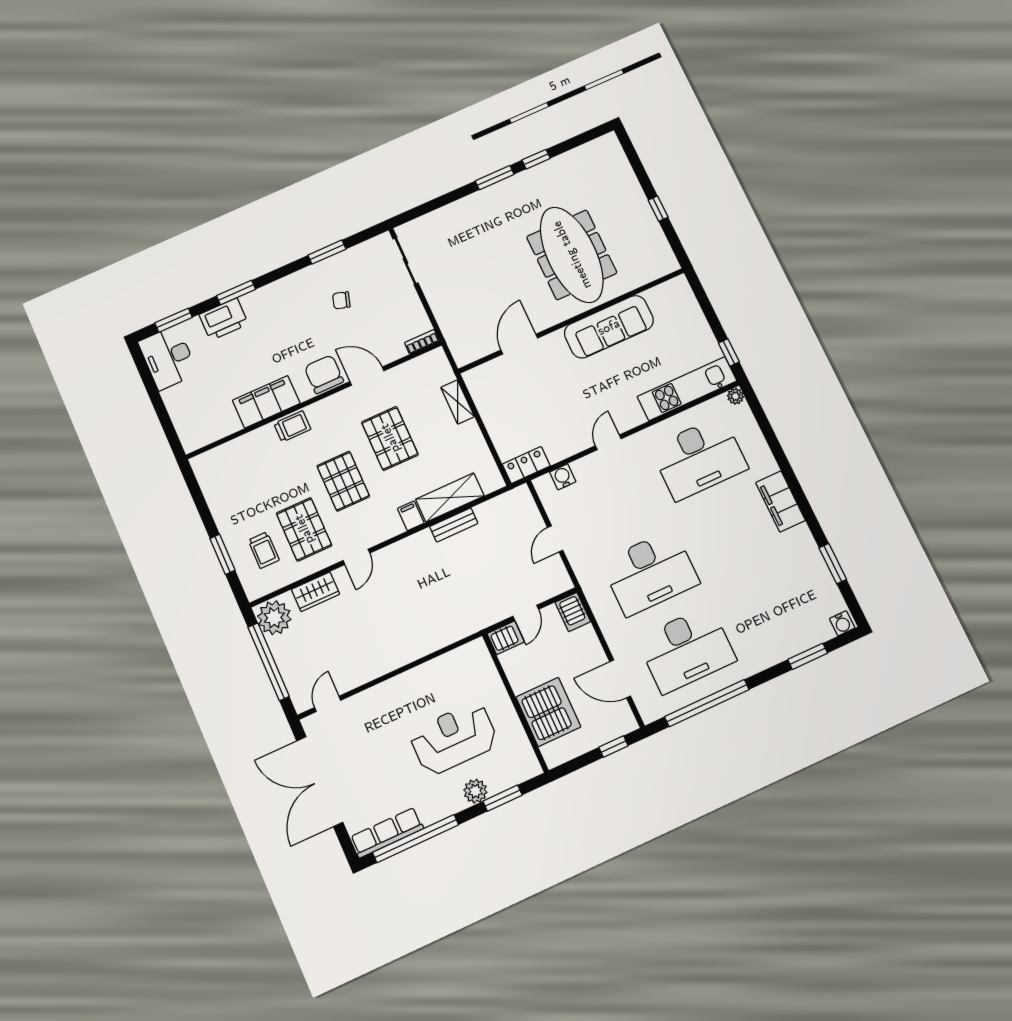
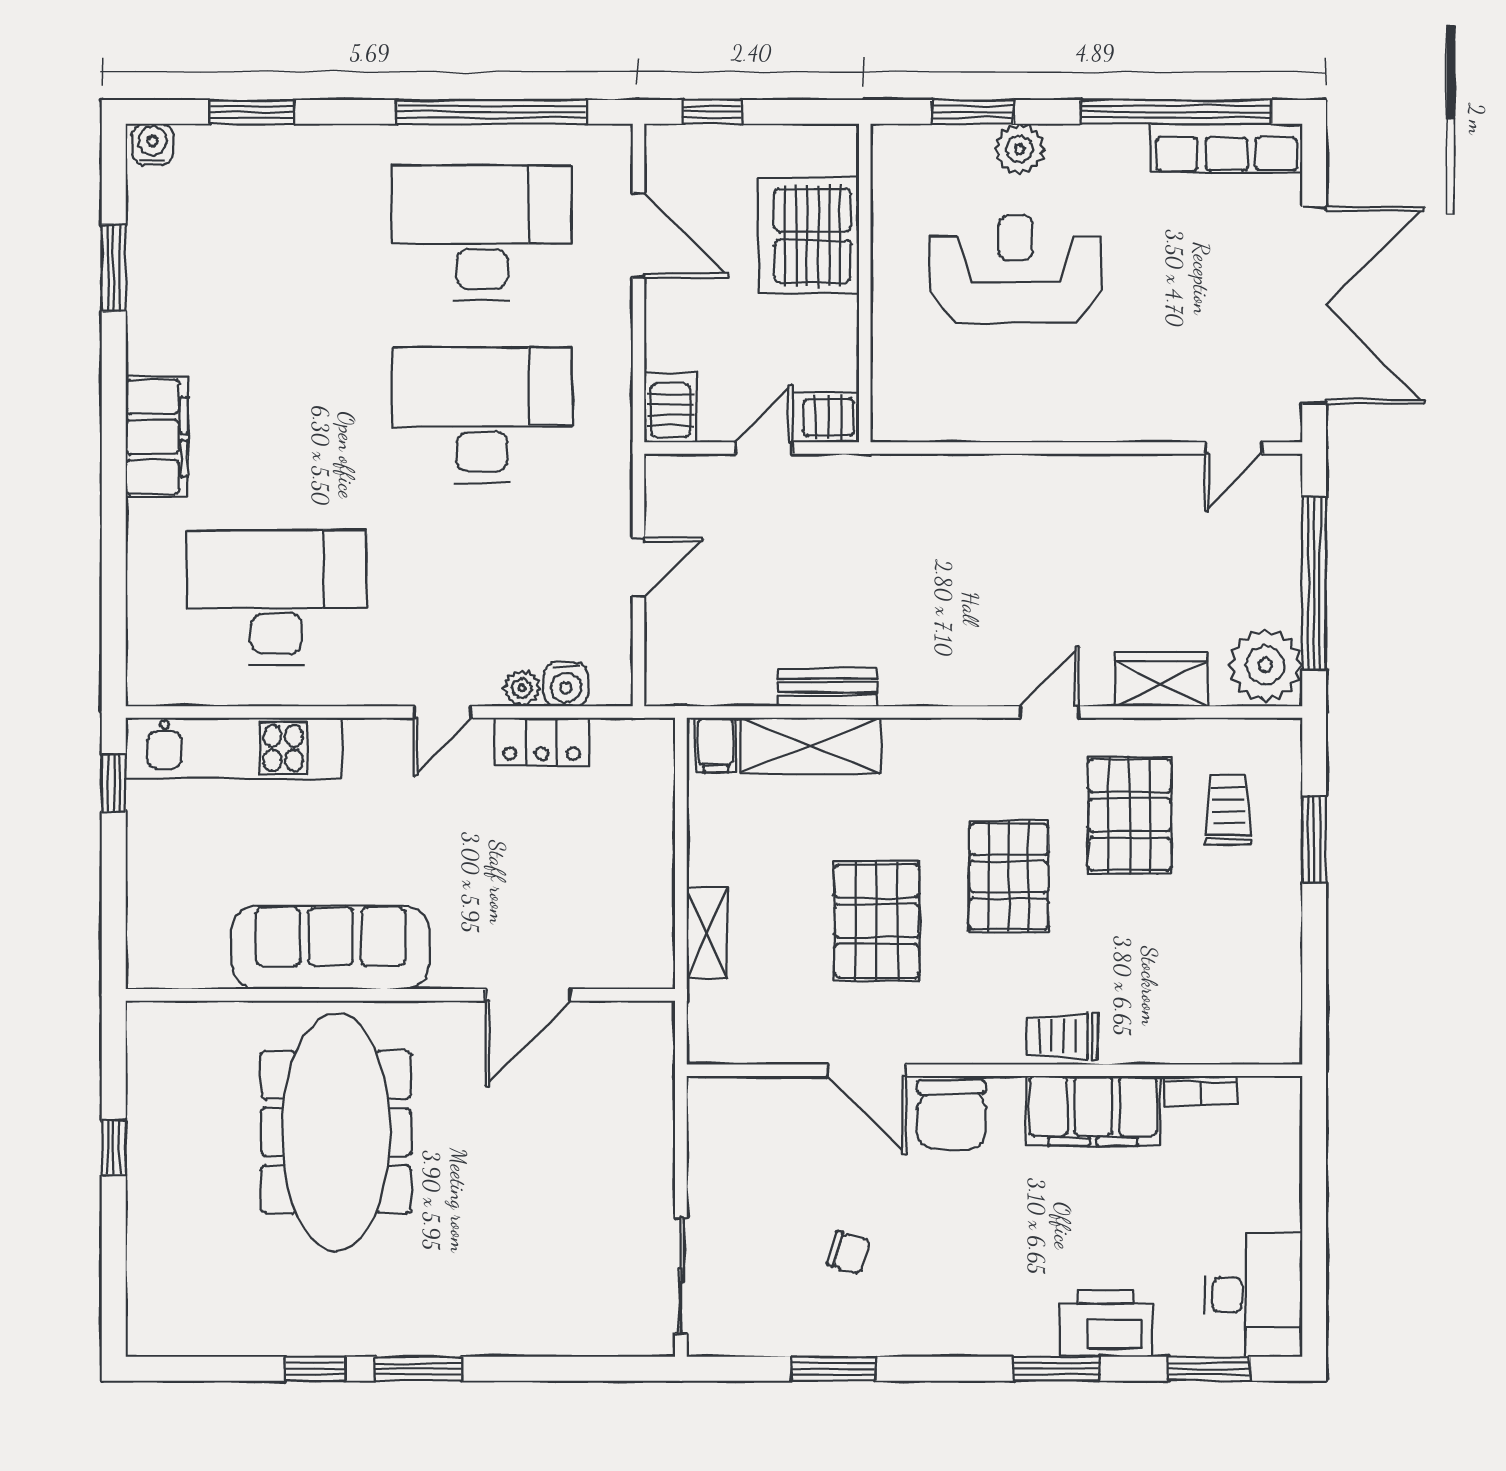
bookcase: (422, 342) -> (1201, 1091), moved
plant: (735, 396) -> (522, 688), moved
locker: (526, 465) -> (542, 742), moved
filing cabinet: (411, 516) -> (716, 745), moved
reception desk: (454, 738) -> (1016, 269), turned 180

